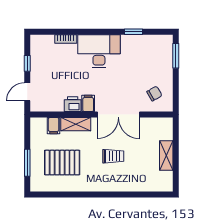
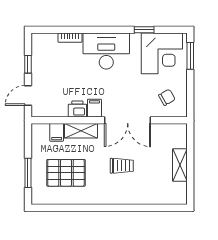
corner desk: (150, 53) -> (162, 53), added

